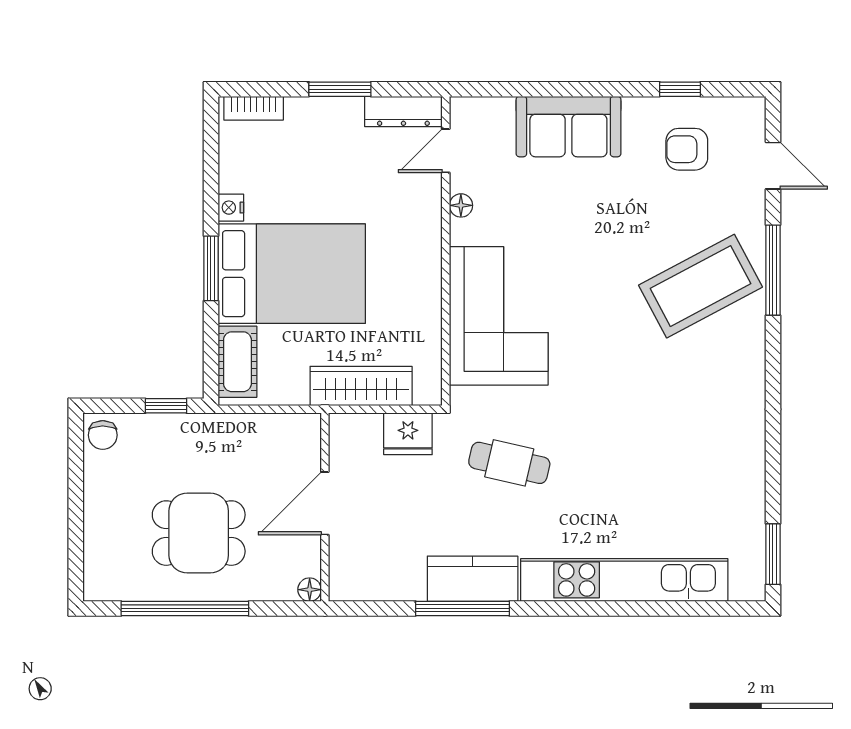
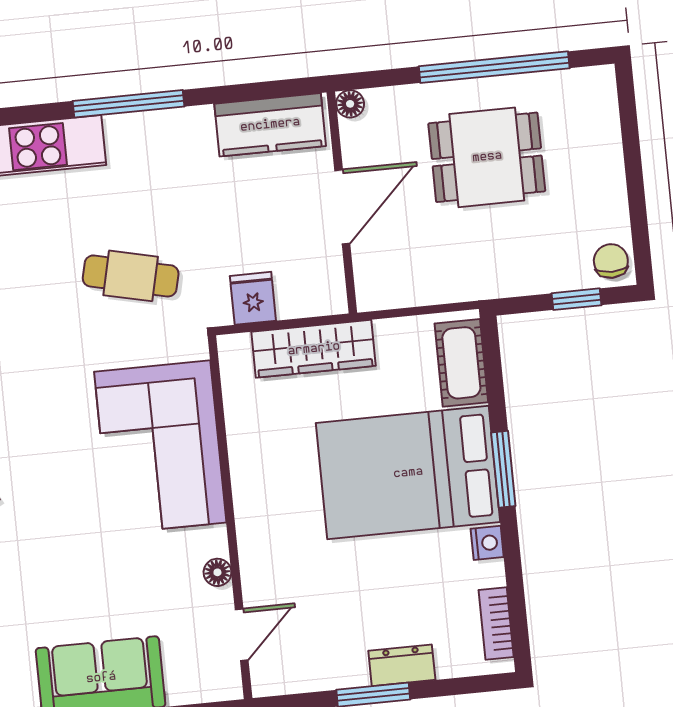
bookcase: (254, 108) -> (496, 624), moved, turned -90
dresser: (403, 111) -> (402, 665), moved, width x0.70
window: (166, 406) -> (576, 299), moved
fridge: (408, 434) -> (253, 298), width x0.72
kitchen counter: (473, 579) -> (270, 125), moved
window: (463, 608) -> (129, 104), moved

